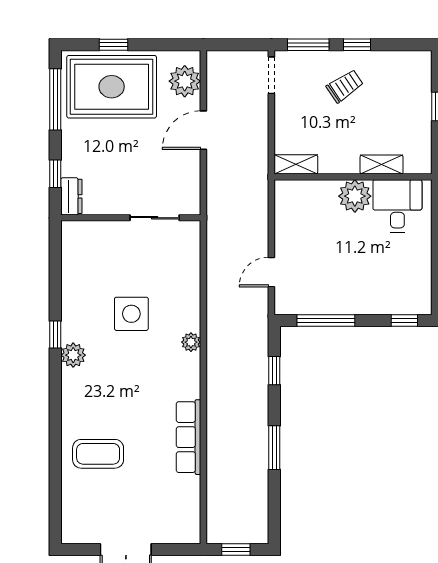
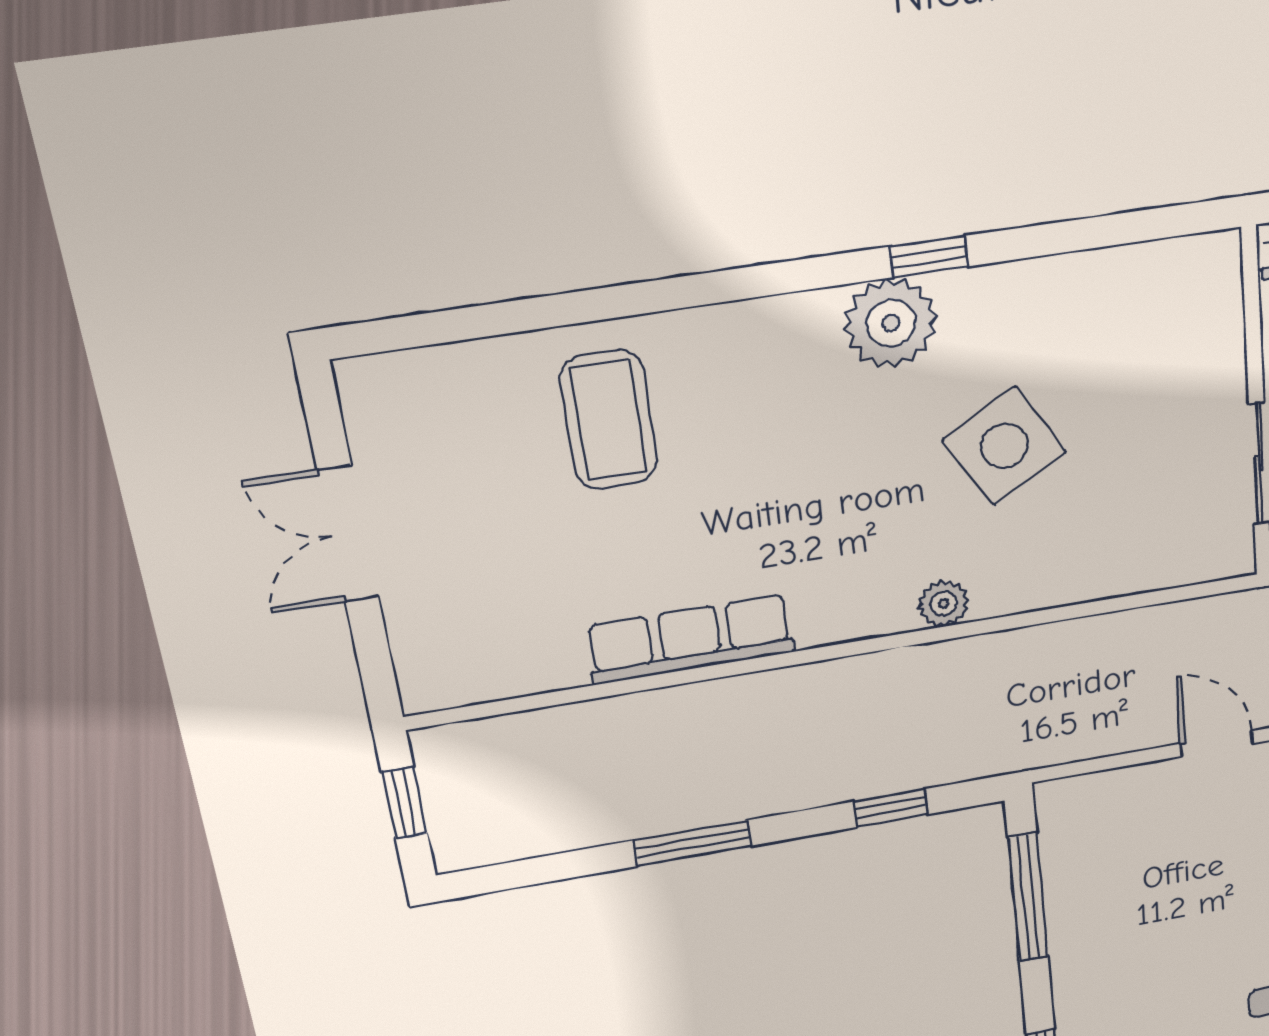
door: (271, 272) -> (1217, 744), moved
side table: (131, 314) -> (1004, 446), turned -30
plant: (73, 355) -> (891, 323), width x1.36, depth x1.36

